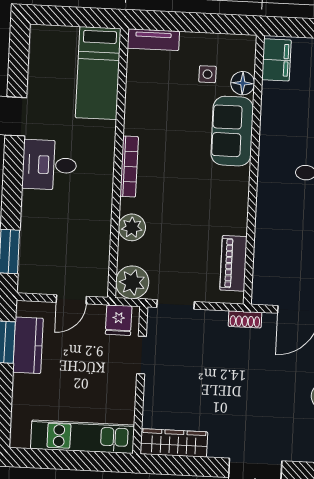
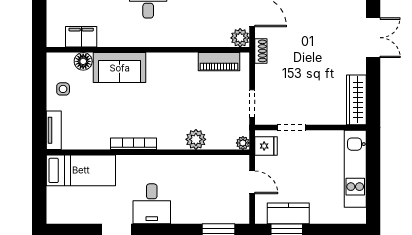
filing cabinet: (276, 60) -> (81, 37), moved
side table: (208, 74) -> (63, 89), moved
bookcase: (129, 166) -> (134, 144), moved
plant: (132, 282) -> (243, 143), width x0.53, depth x0.53
plant: (264, 293) -> (240, 38), added

